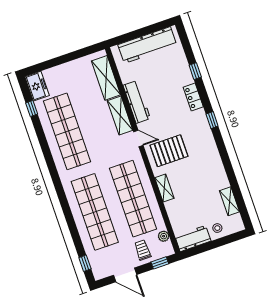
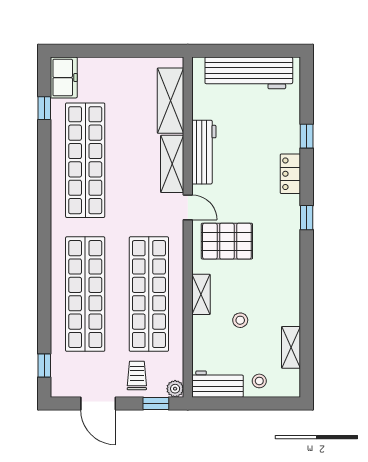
stool: (193, 195) -> (240, 320), added
plant: (164, 236) -> (175, 389), moved

